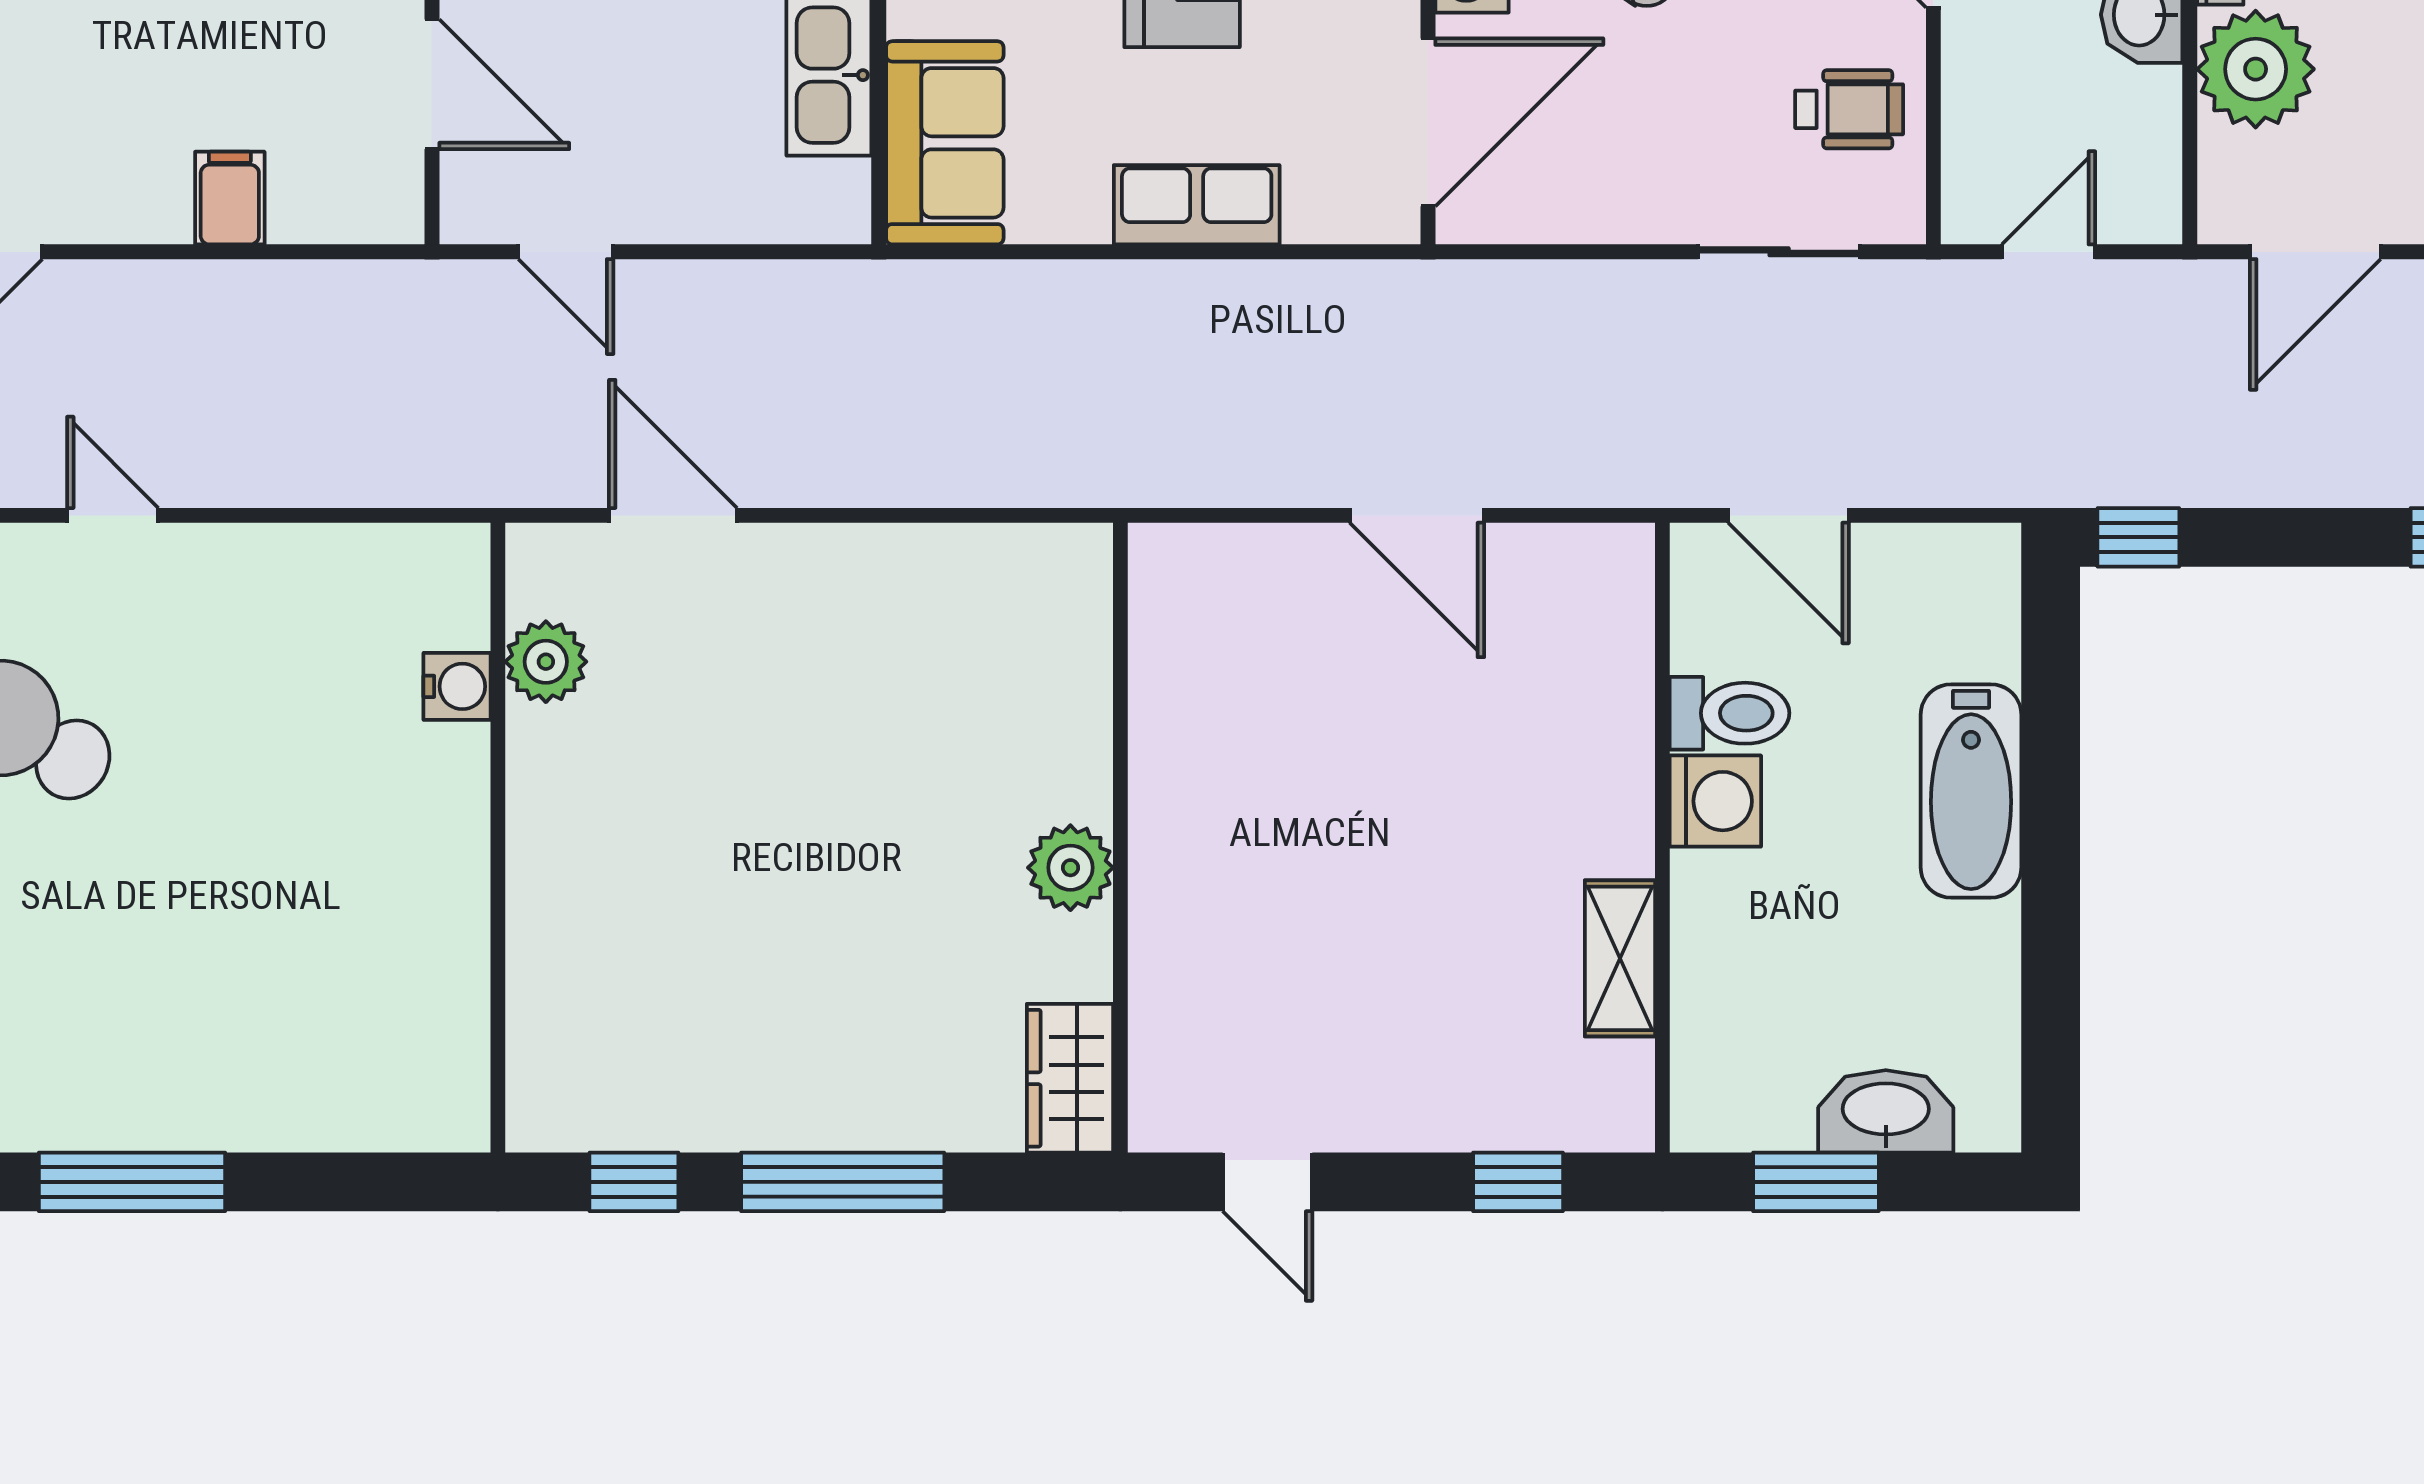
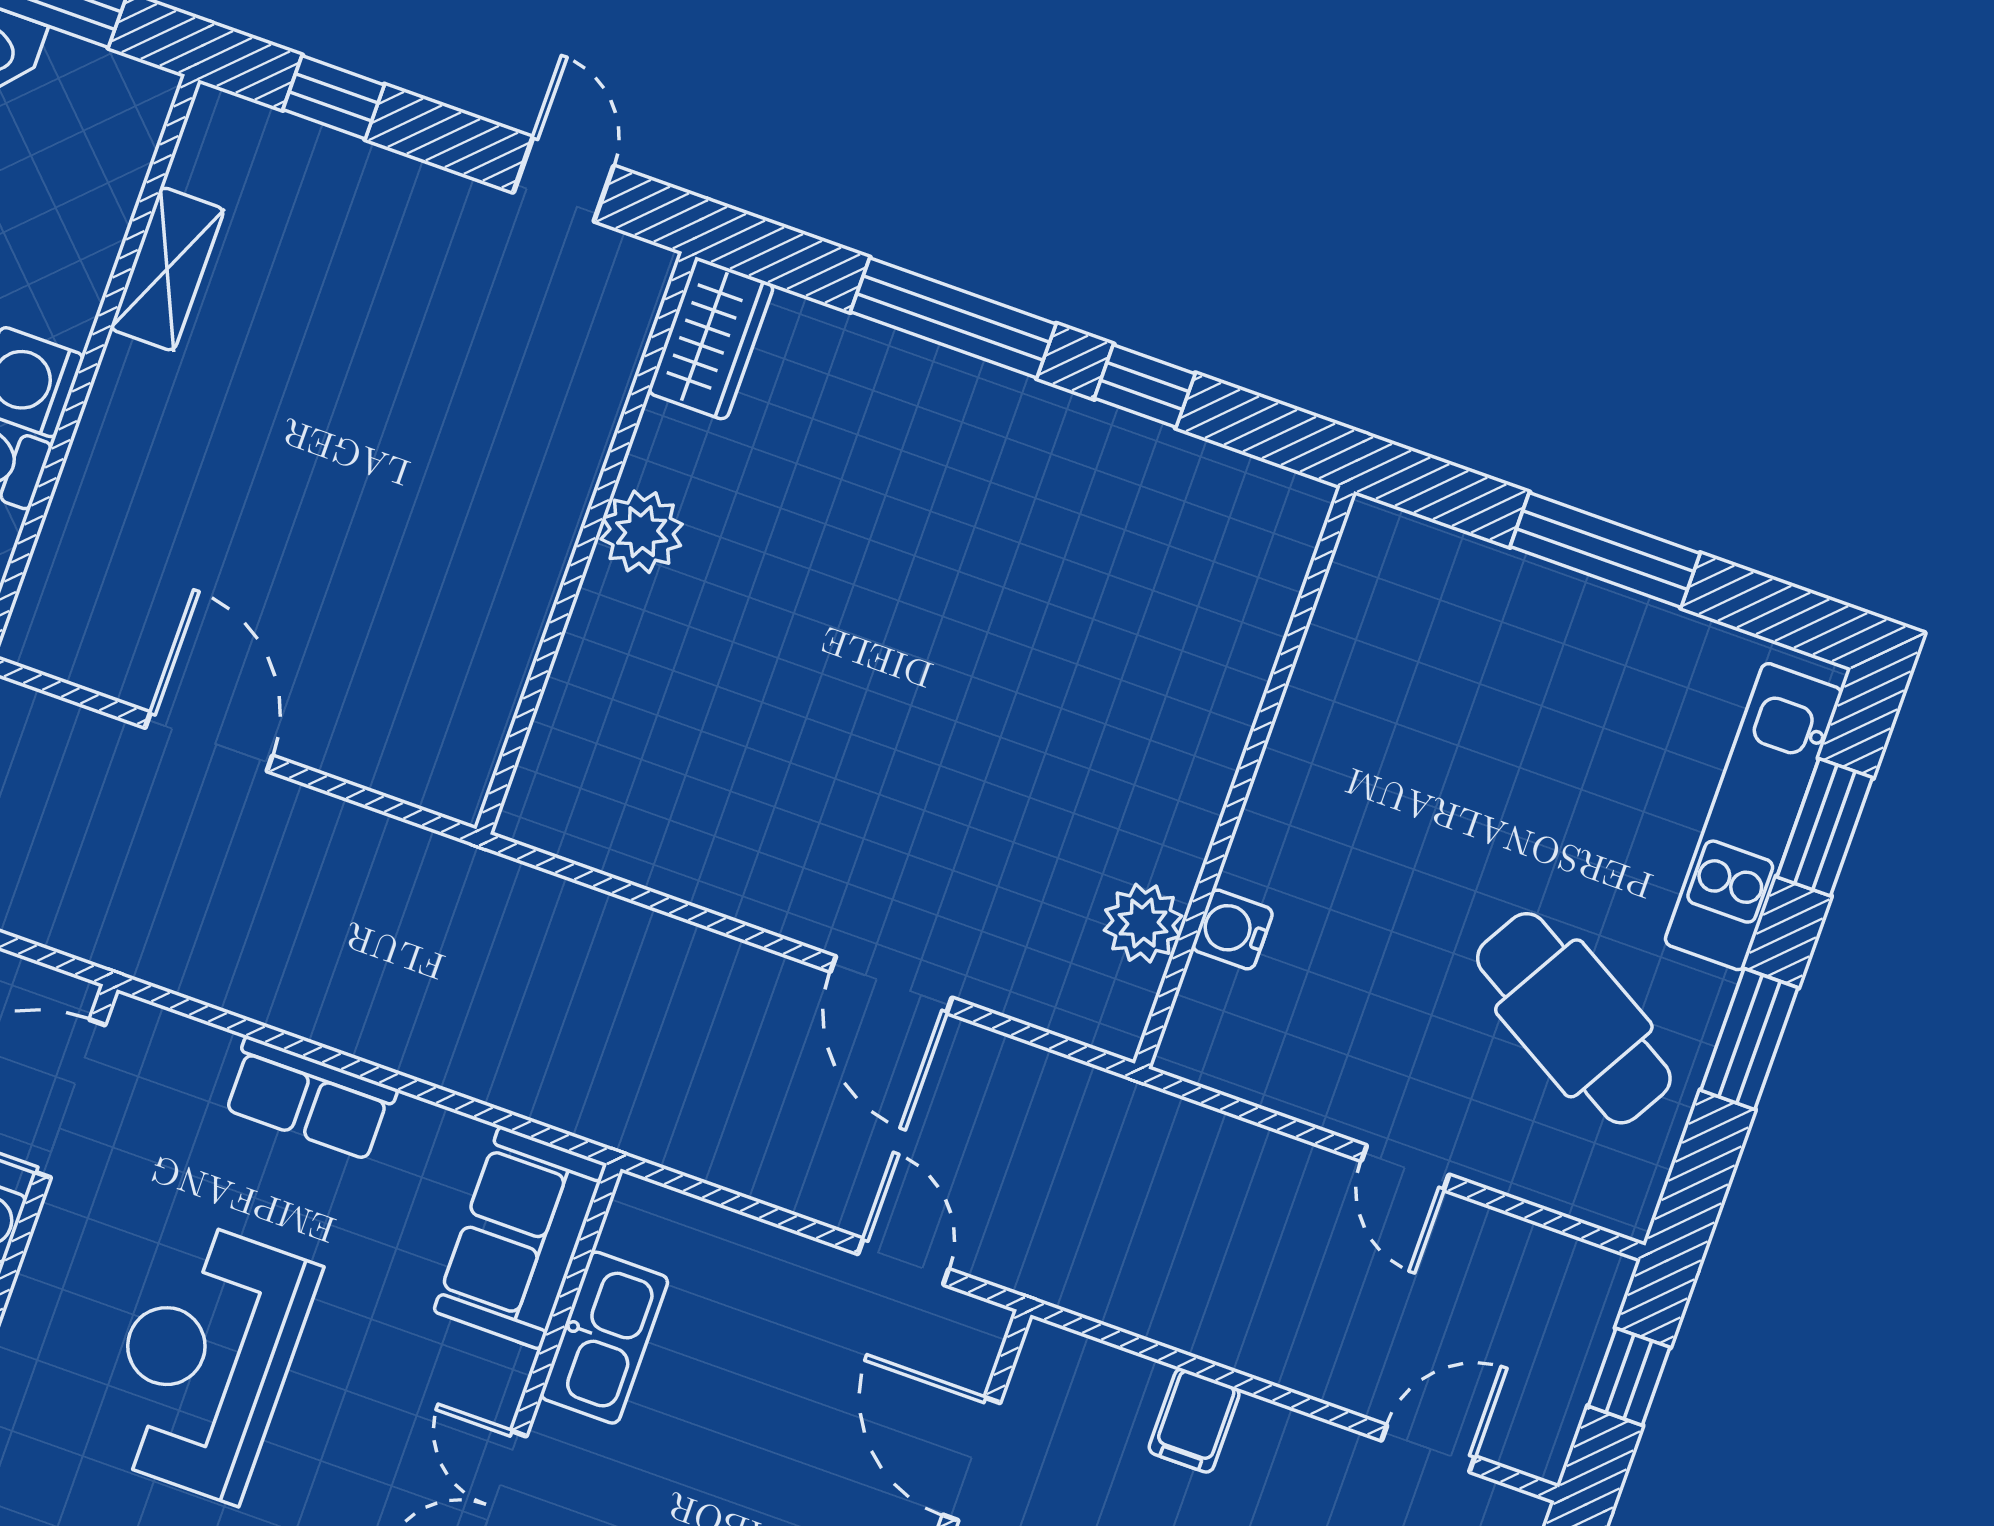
plant: (546, 662) -> (1143, 923), moved
water cooler: (457, 686) -> (1233, 929), moved
wall: (498, 838) -> (1244, 777), moved

